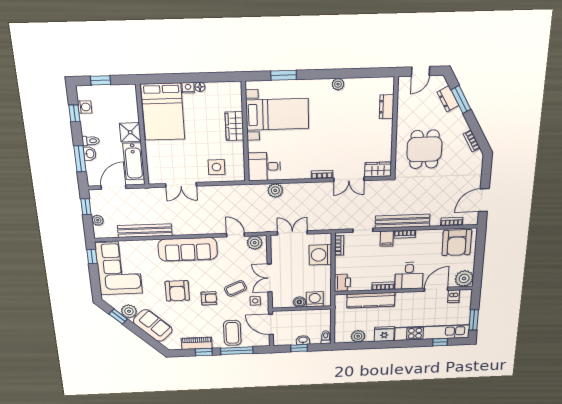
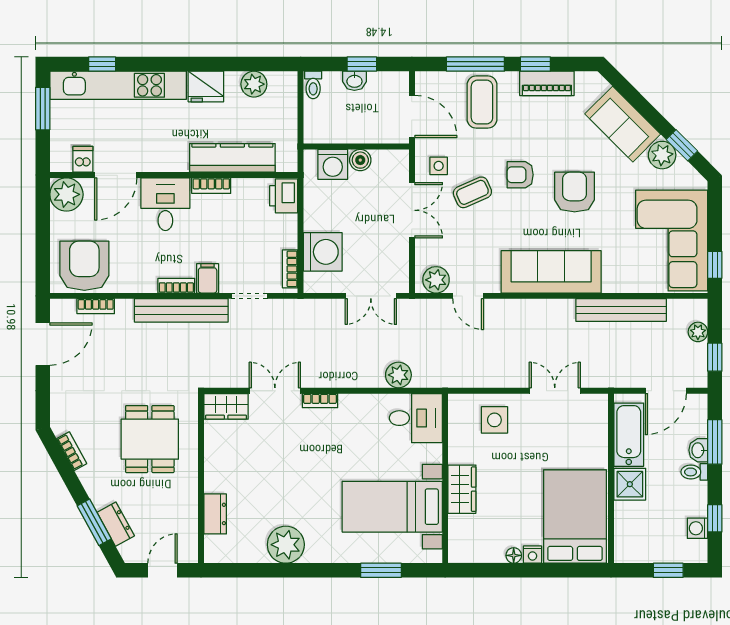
plant: (338, 84) -> (286, 545), width x1.87, depth x1.87

